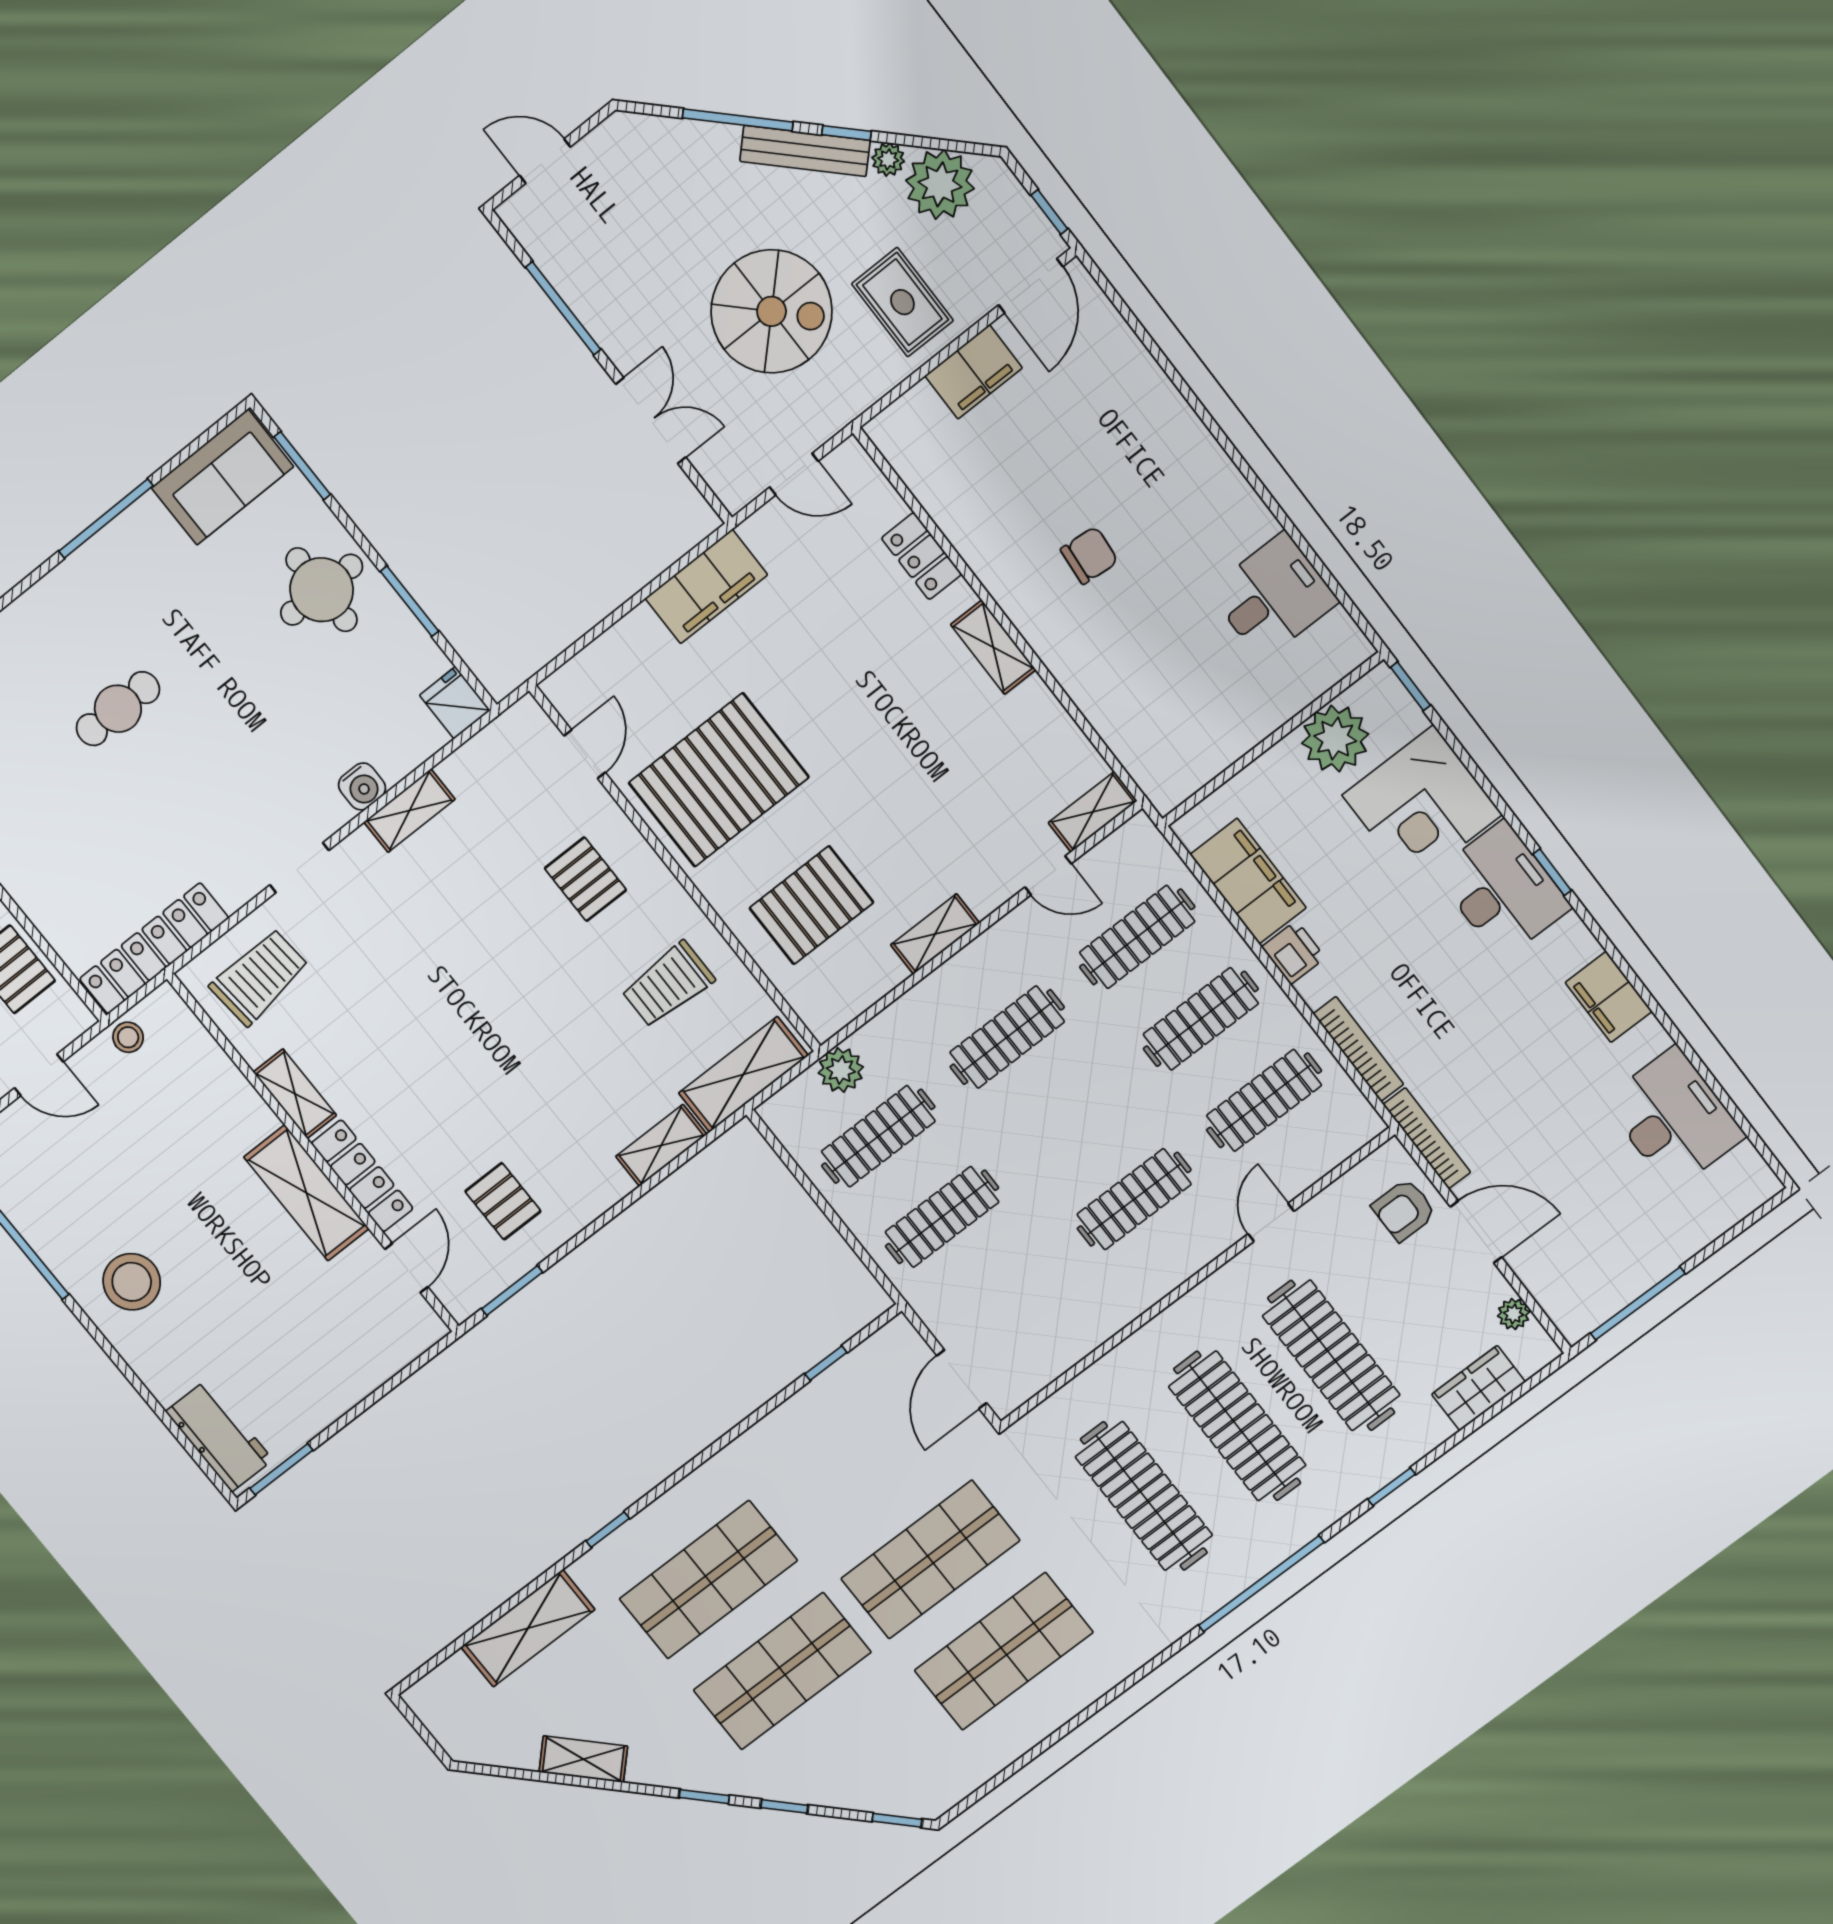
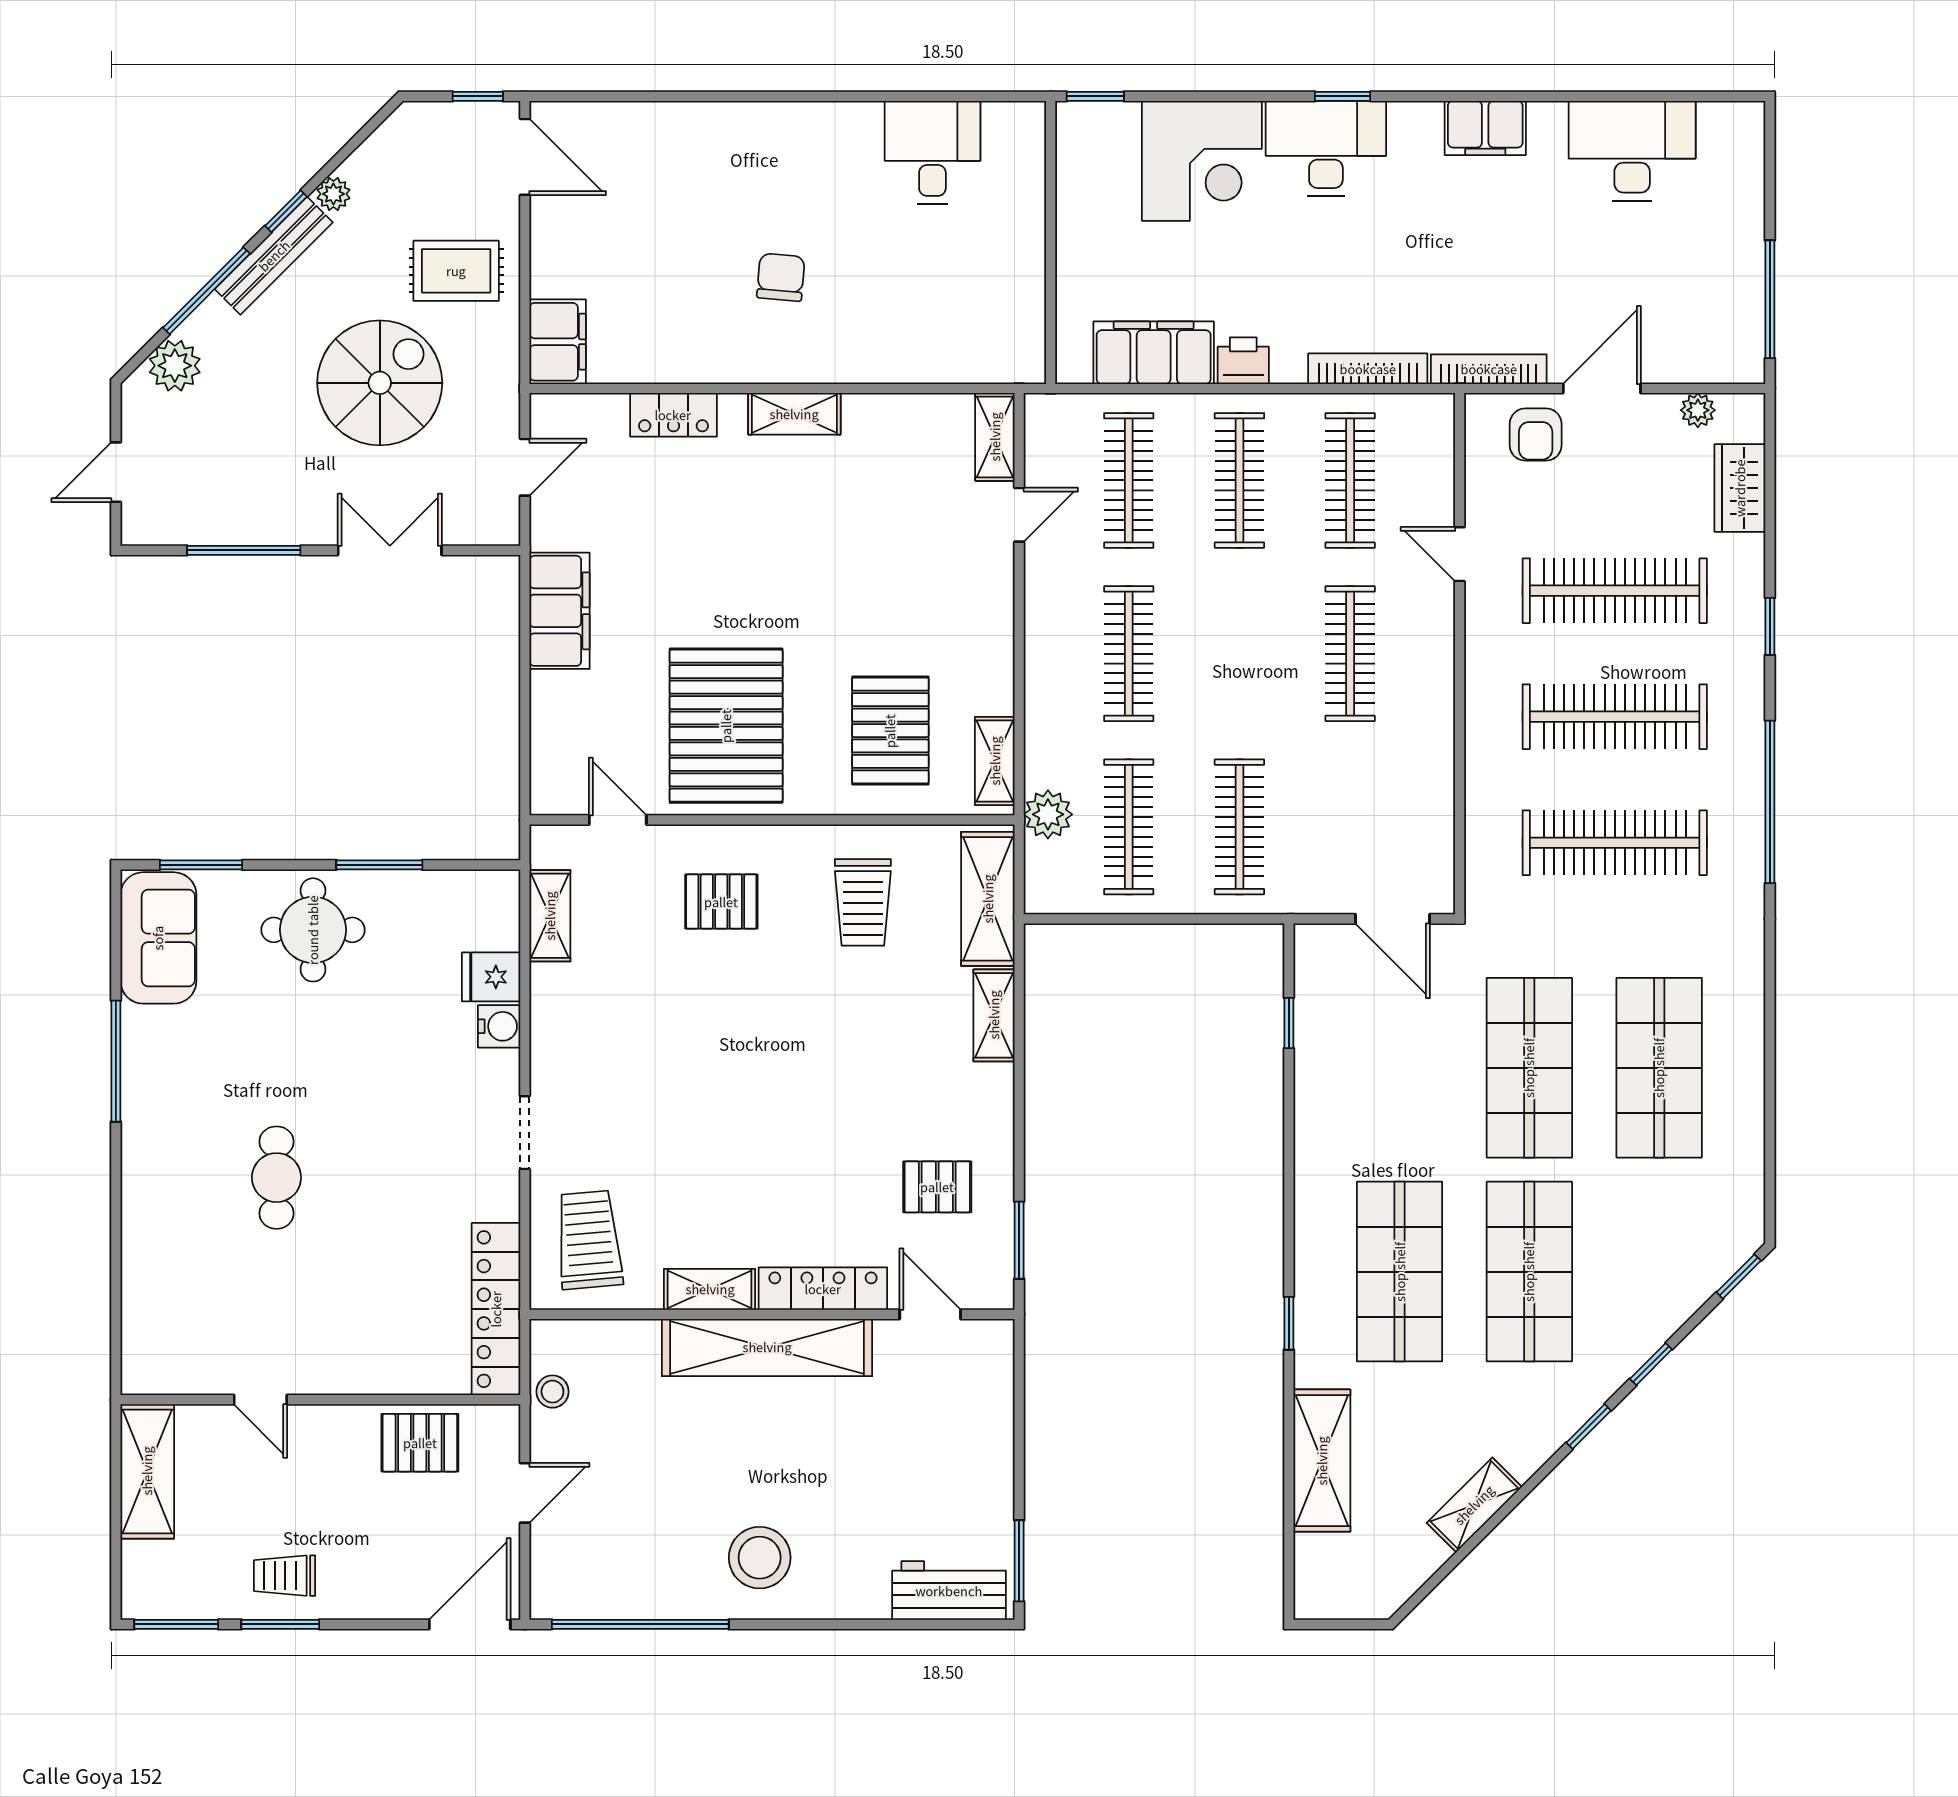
plant: (940, 184) -> (175, 366), moved, width x0.73, depth x0.73
filing cabinet: (974, 372) -> (558, 342), moved
fridge: (455, 703) -> (491, 977), moved
plant: (1335, 739) -> (1090, 191), removed
shelving: (409, 811) -> (550, 916), moved
shelving: (935, 934) -> (995, 761), moved
shelving: (306, 1193) -> (767, 1347), width x1.47

